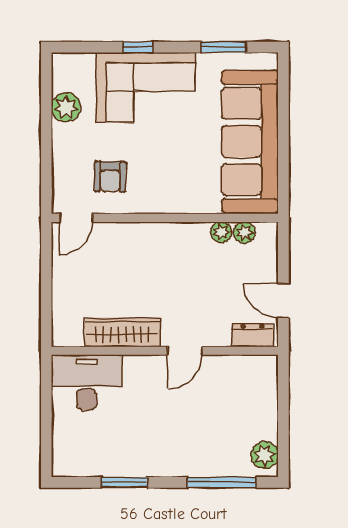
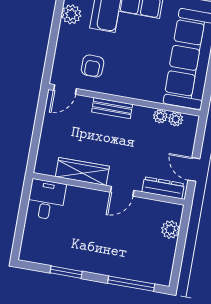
bench: (149, 233) -> (112, 108), added
dresser: (252, 335) -> (163, 188), width x1.44
desk: (87, 382) -> (46, 200), width x0.73
plant: (265, 455) -> (170, 230), moved

